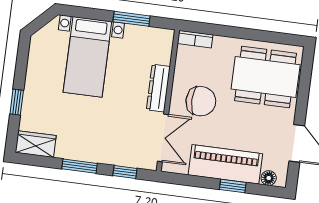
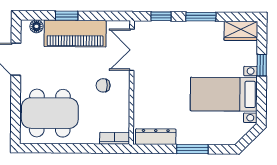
window: (131, 19) -> (192, 149), moved
bed with nightstands: (87, 57) -> (224, 94), moved, turned -90
dresser: (158, 88) -> (156, 137), moved, turned -90
chair: (201, 101) -> (103, 85), width x0.54, depth x0.54

